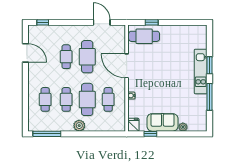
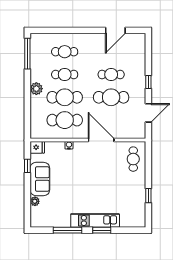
window: (43, 22) -> (148, 82), moved
window: (152, 22) -> (148, 196), moved
cafe table: (144, 36) -> (133, 159), width x0.73, depth x0.74
door: (127, 66) -> (101, 140), hinge flipped
cafe table: (108, 99) -> (65, 120), width x1.37, depth x1.35

